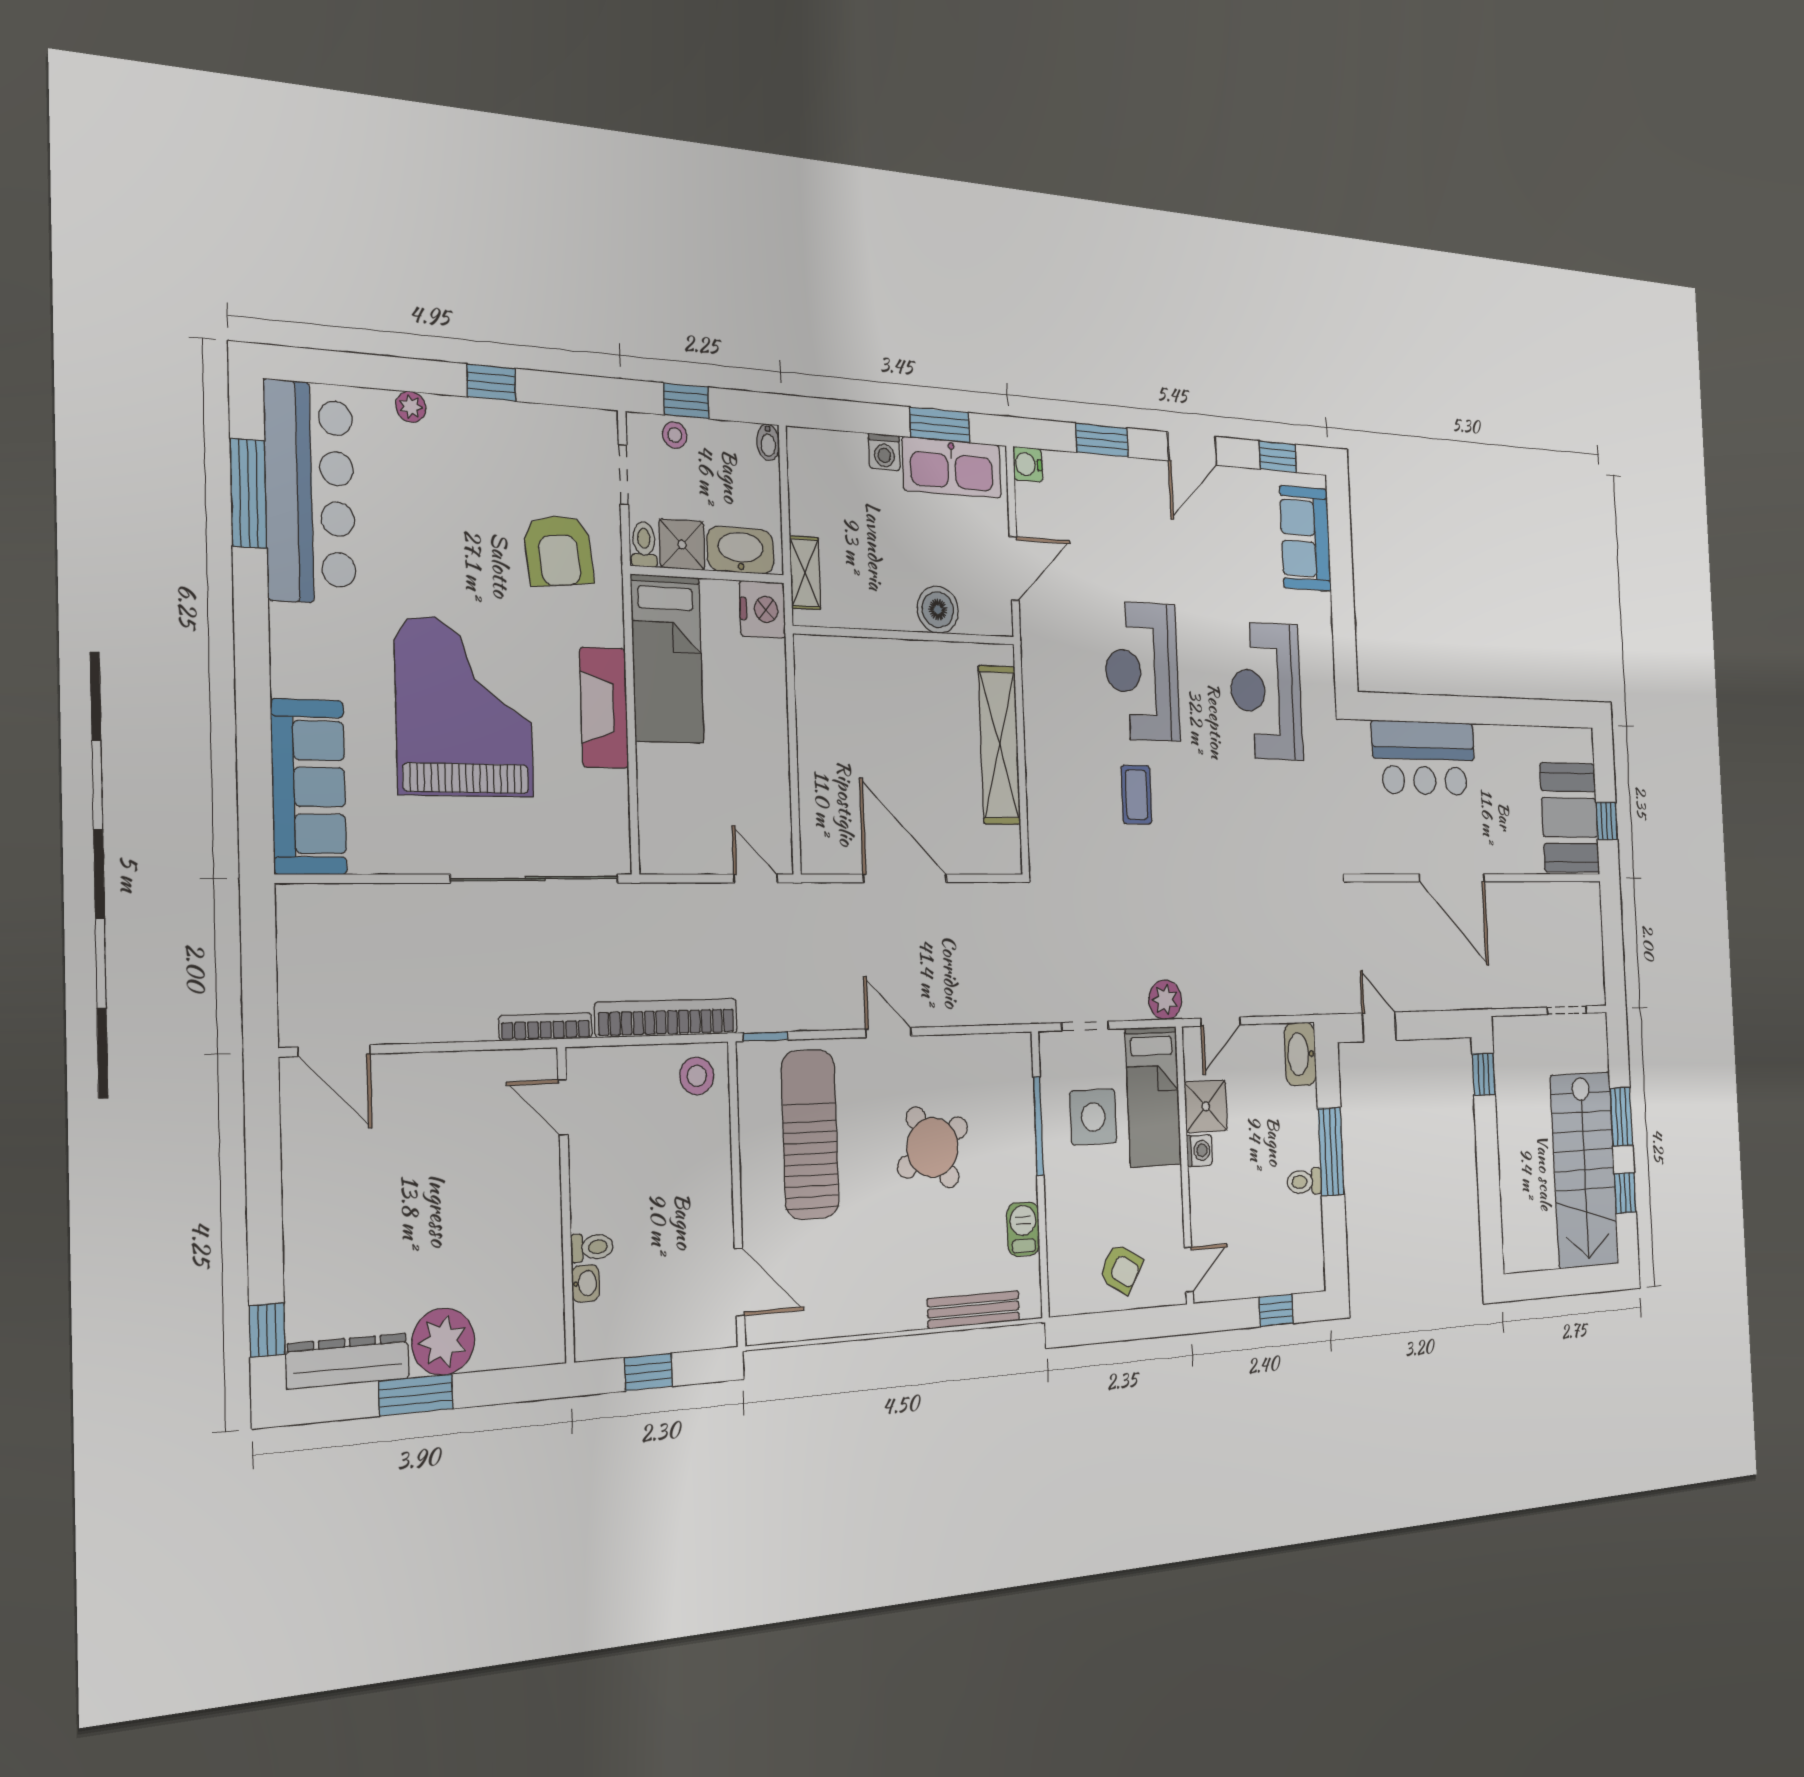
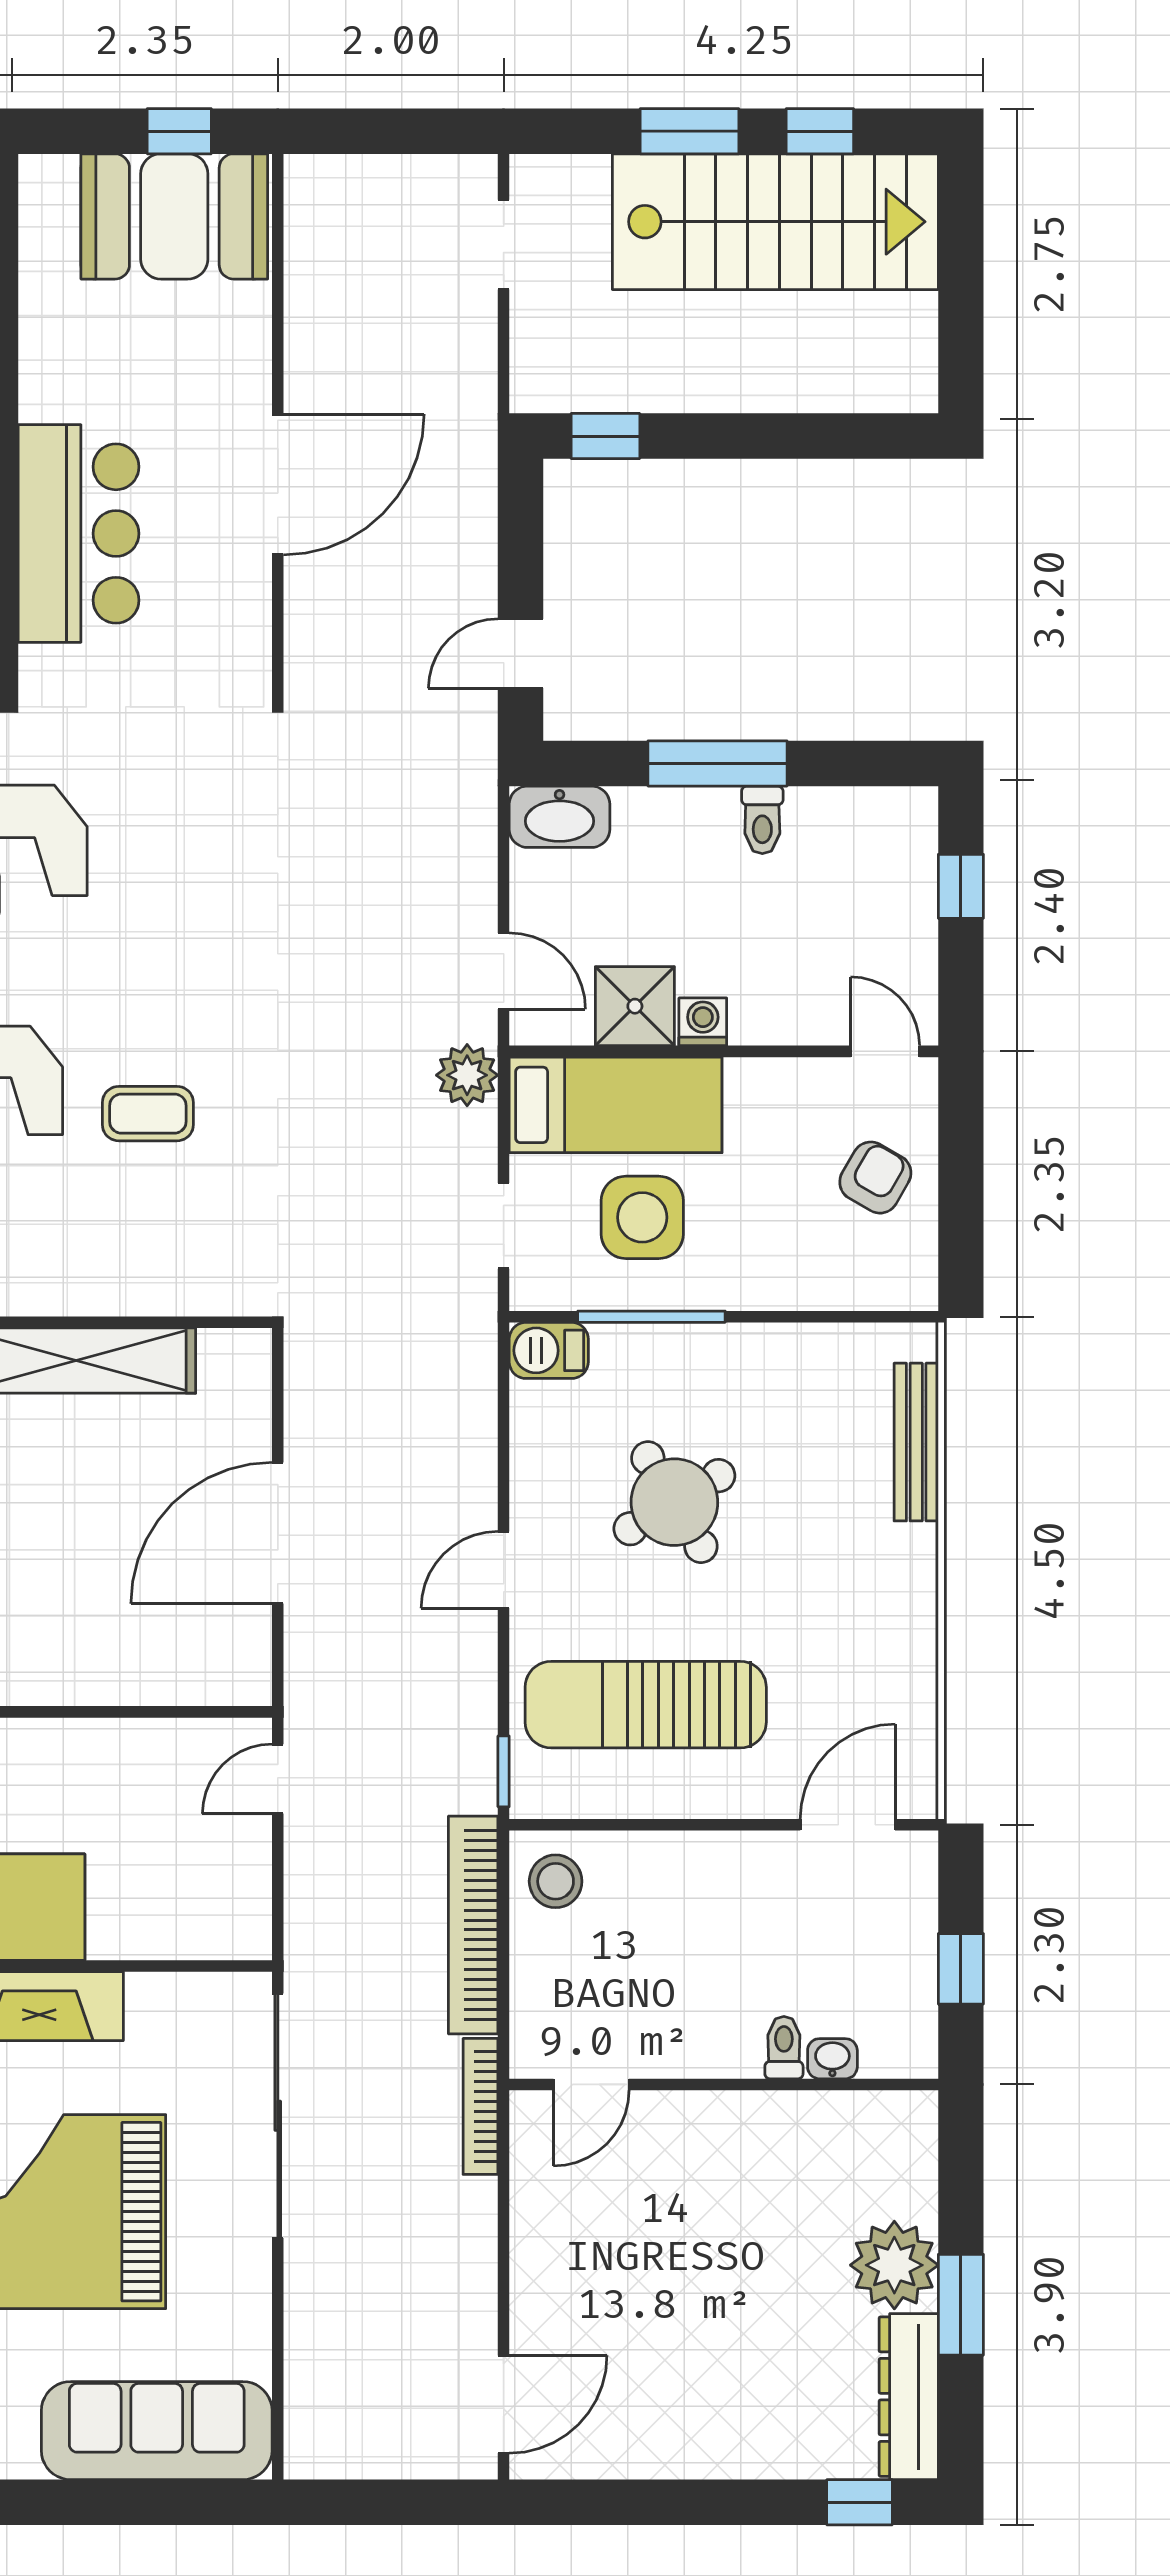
barbecue: (1023, 1229) -> (549, 1350), moved

